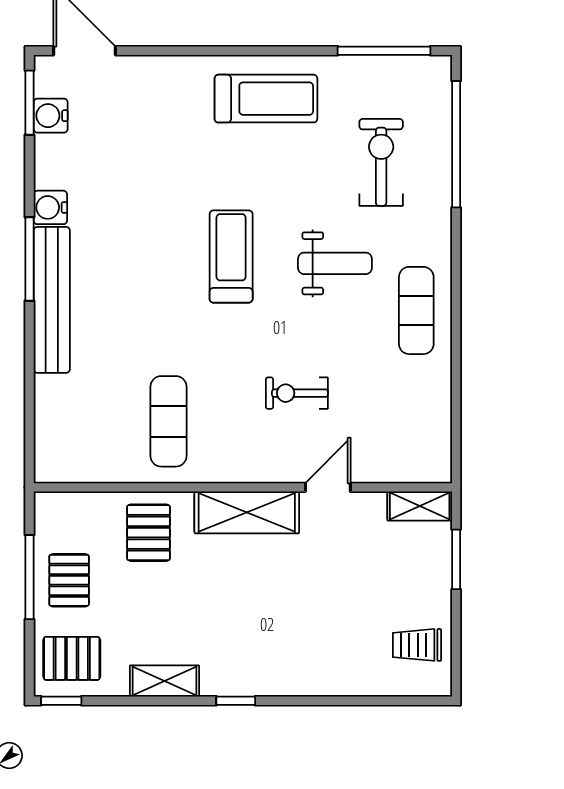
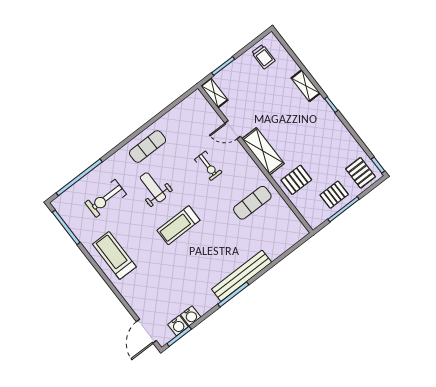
water cooler: (50, 207) -> (191, 316), moved
shelving: (165, 681) -> (306, 86), moved

